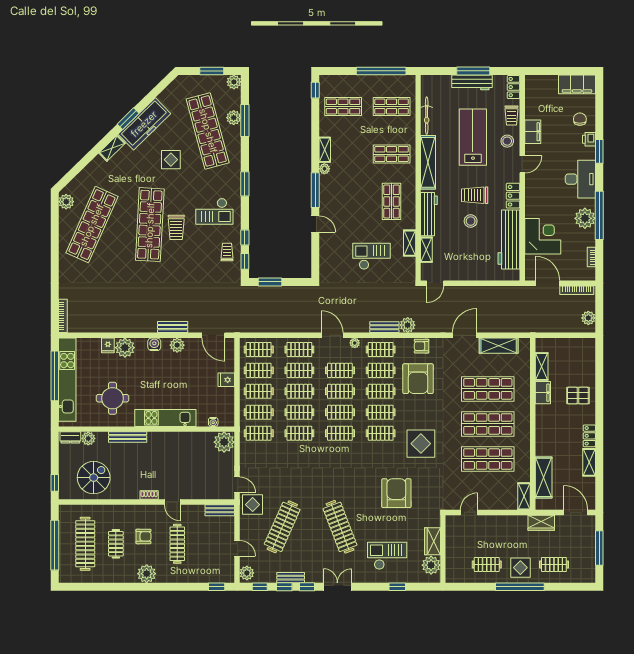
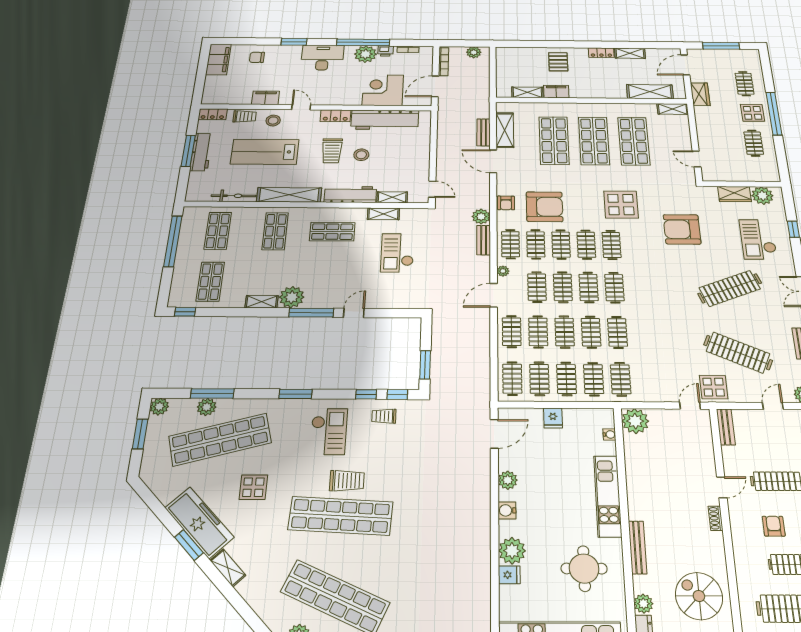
printer: (589, 139) -> (386, 51), moved
plant: (324, 169) -> (292, 297), width x1.87, depth x1.87
bench: (173, 327) -> (484, 132), moved

